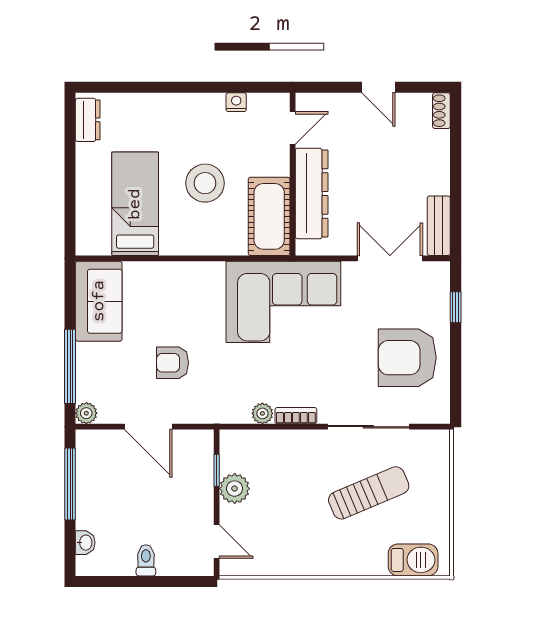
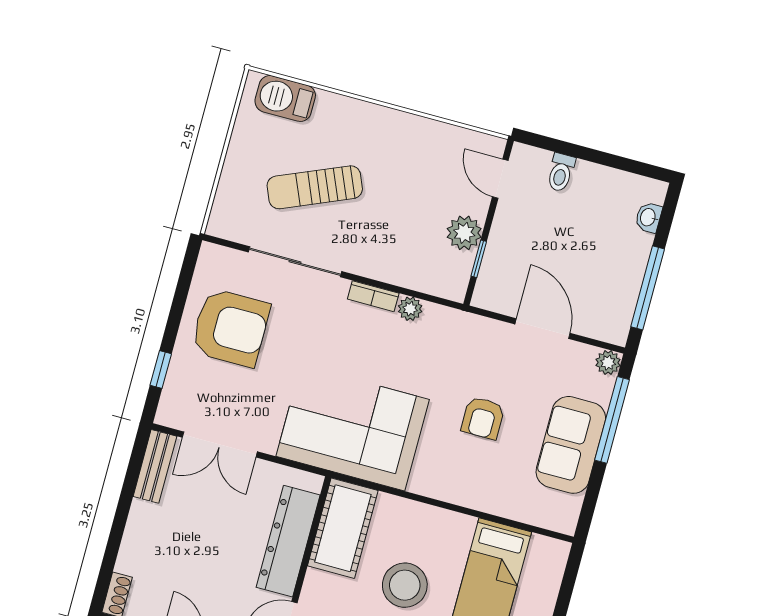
sofa: (99, 301) -> (571, 445), moved
armchair: (172, 363) -> (483, 418), moved, turned 90
toilet: (146, 560) -> (561, 172), moved

